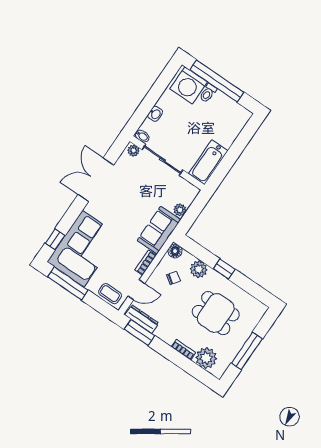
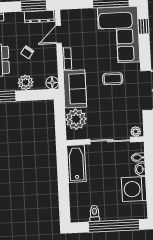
washing machine: (189, 85) -> (134, 189), moved, turned -90
toilet: (208, 93) -> (95, 213), moved
bidet: (142, 136) -> (138, 158), moved
plant: (180, 210) -> (76, 119), width x1.88, depth x1.88
chair: (173, 278) -> (27, 52), moved
coffee table: (110, 294) -> (113, 79), moved

